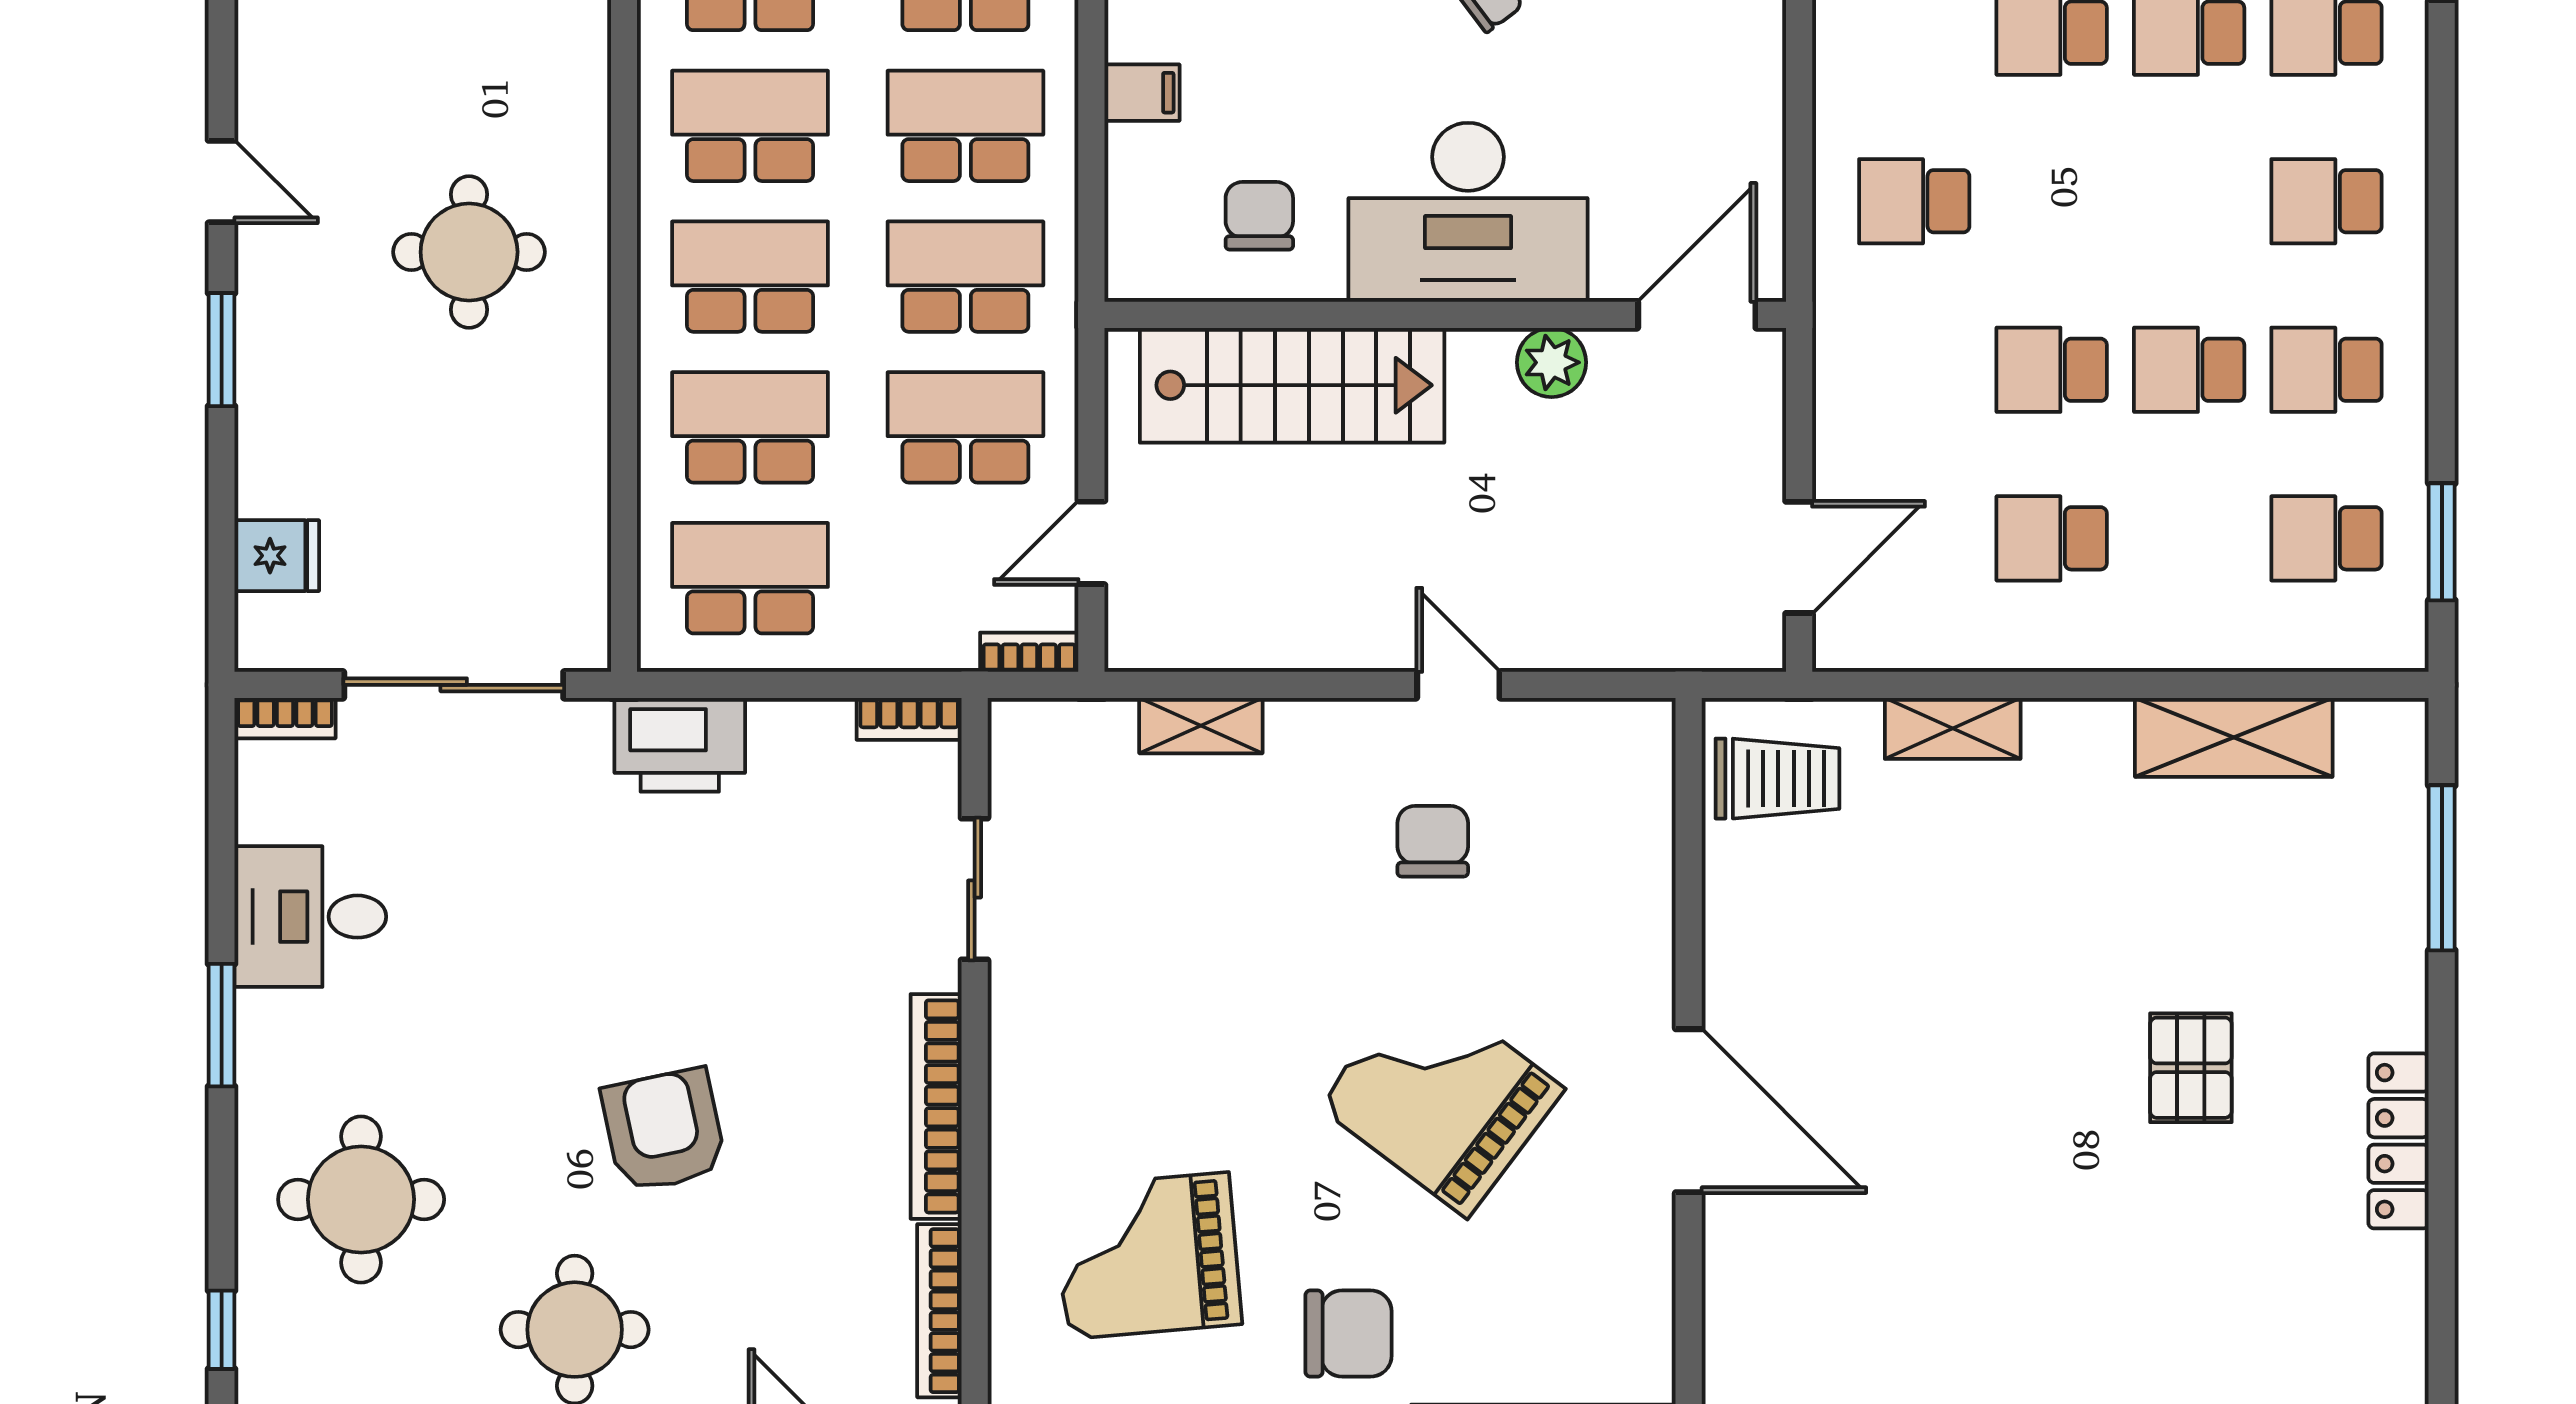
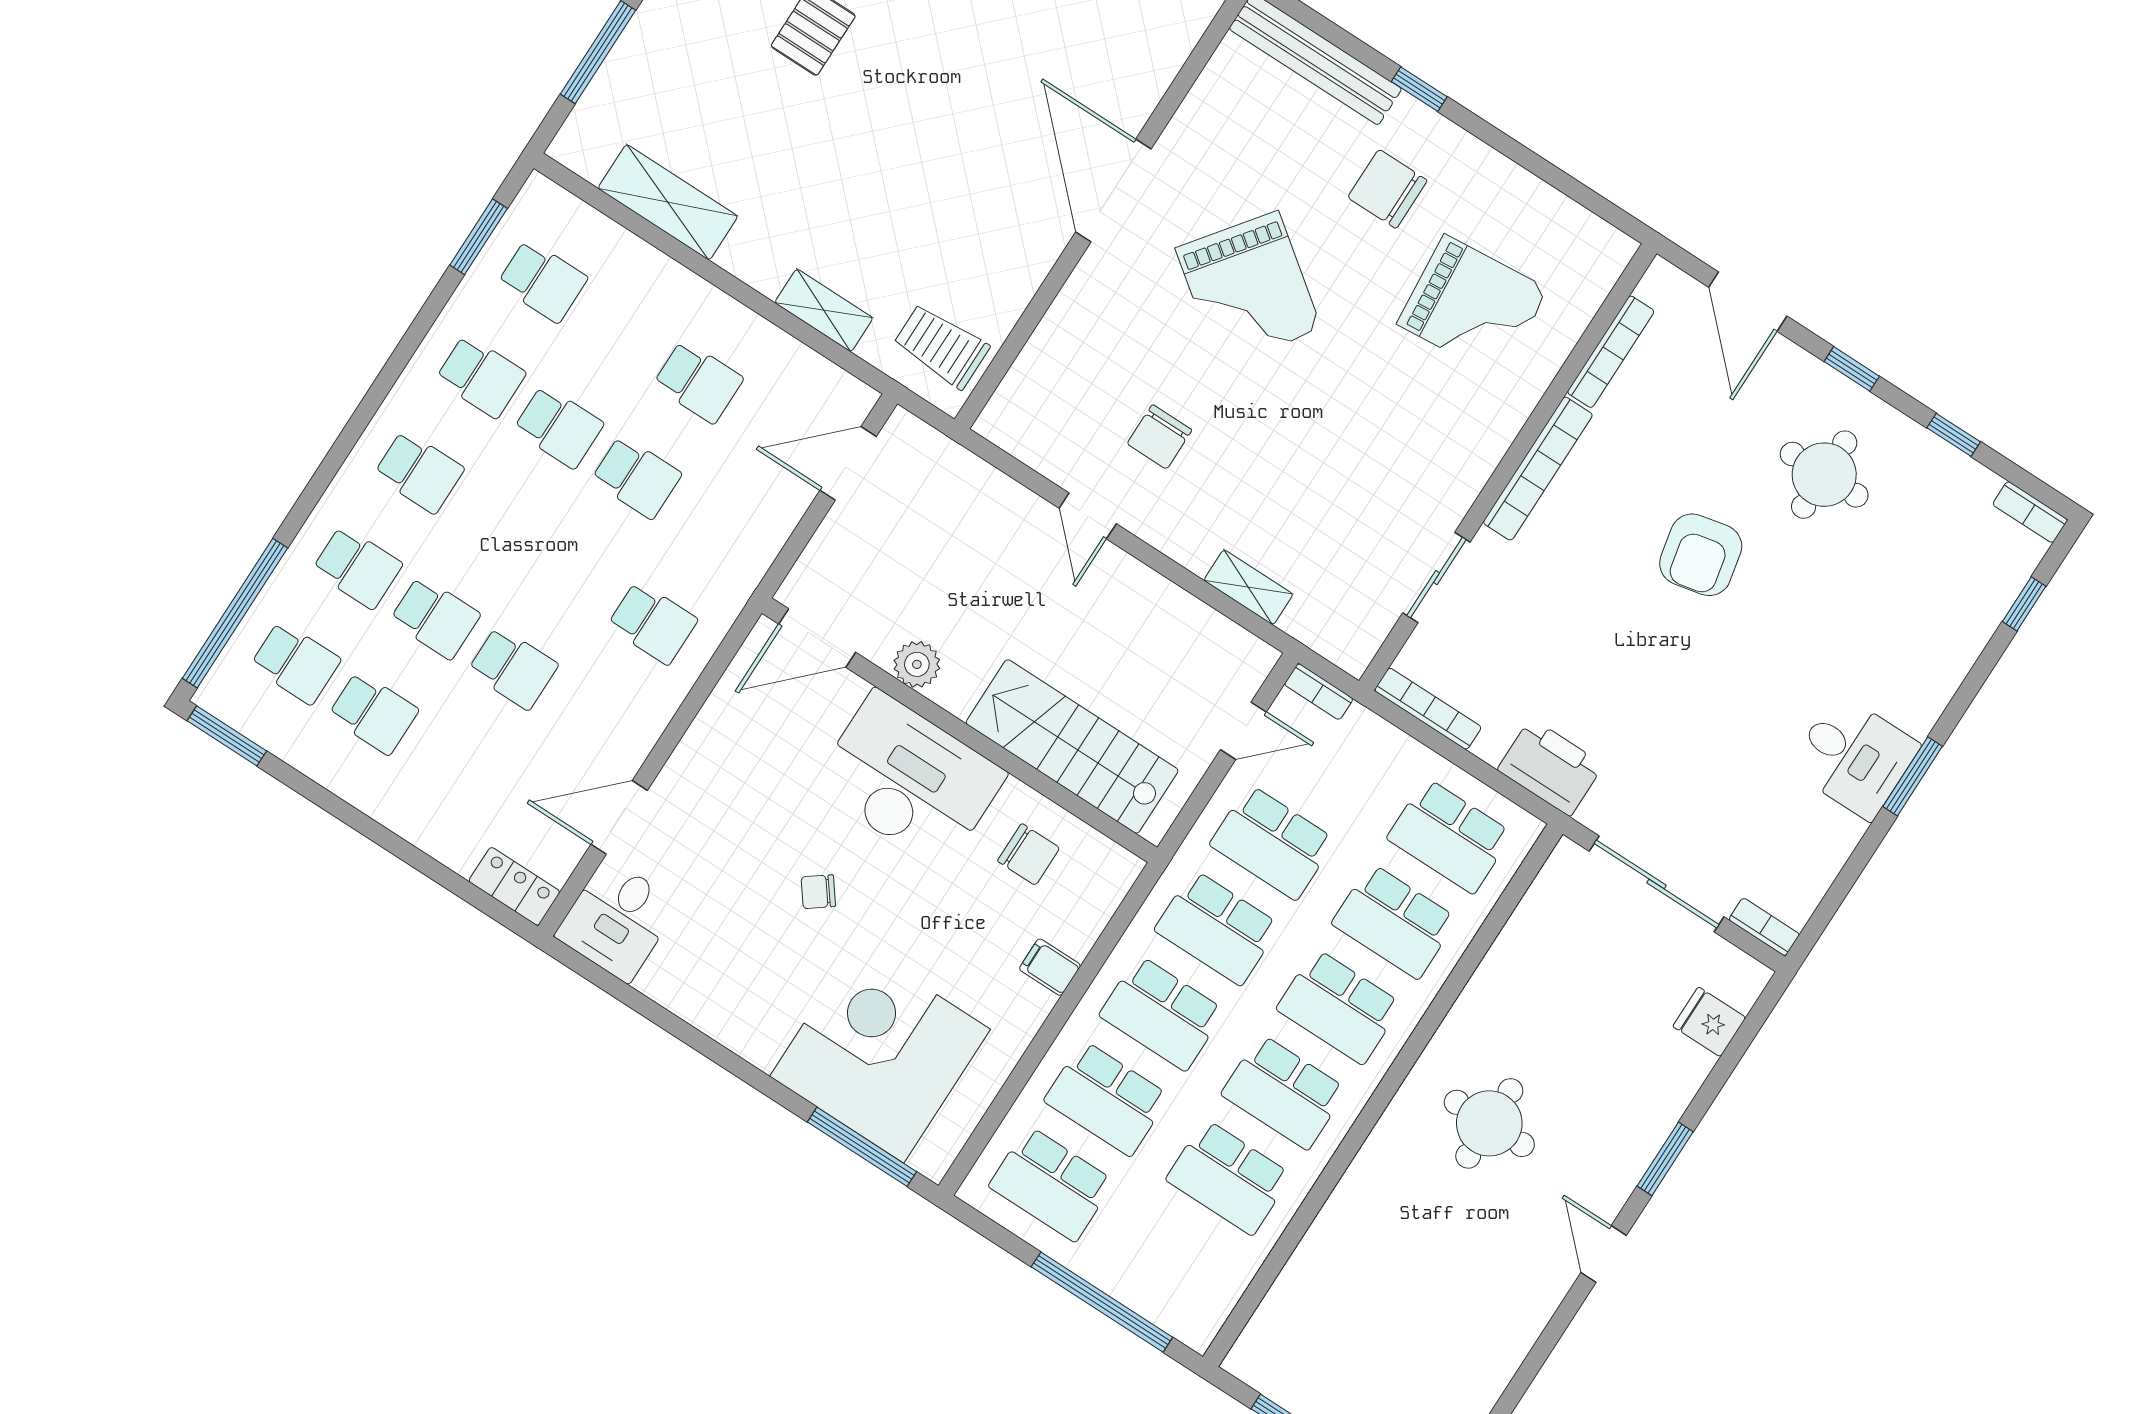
chair: (1259, 216) -> (1029, 854), turned -90
bookcase: (909, 719) -> (1428, 709), width x1.56
desk: (310, 917) -> (1854, 757), moved
round table: (361, 1199) -> (1897, 627), removed

